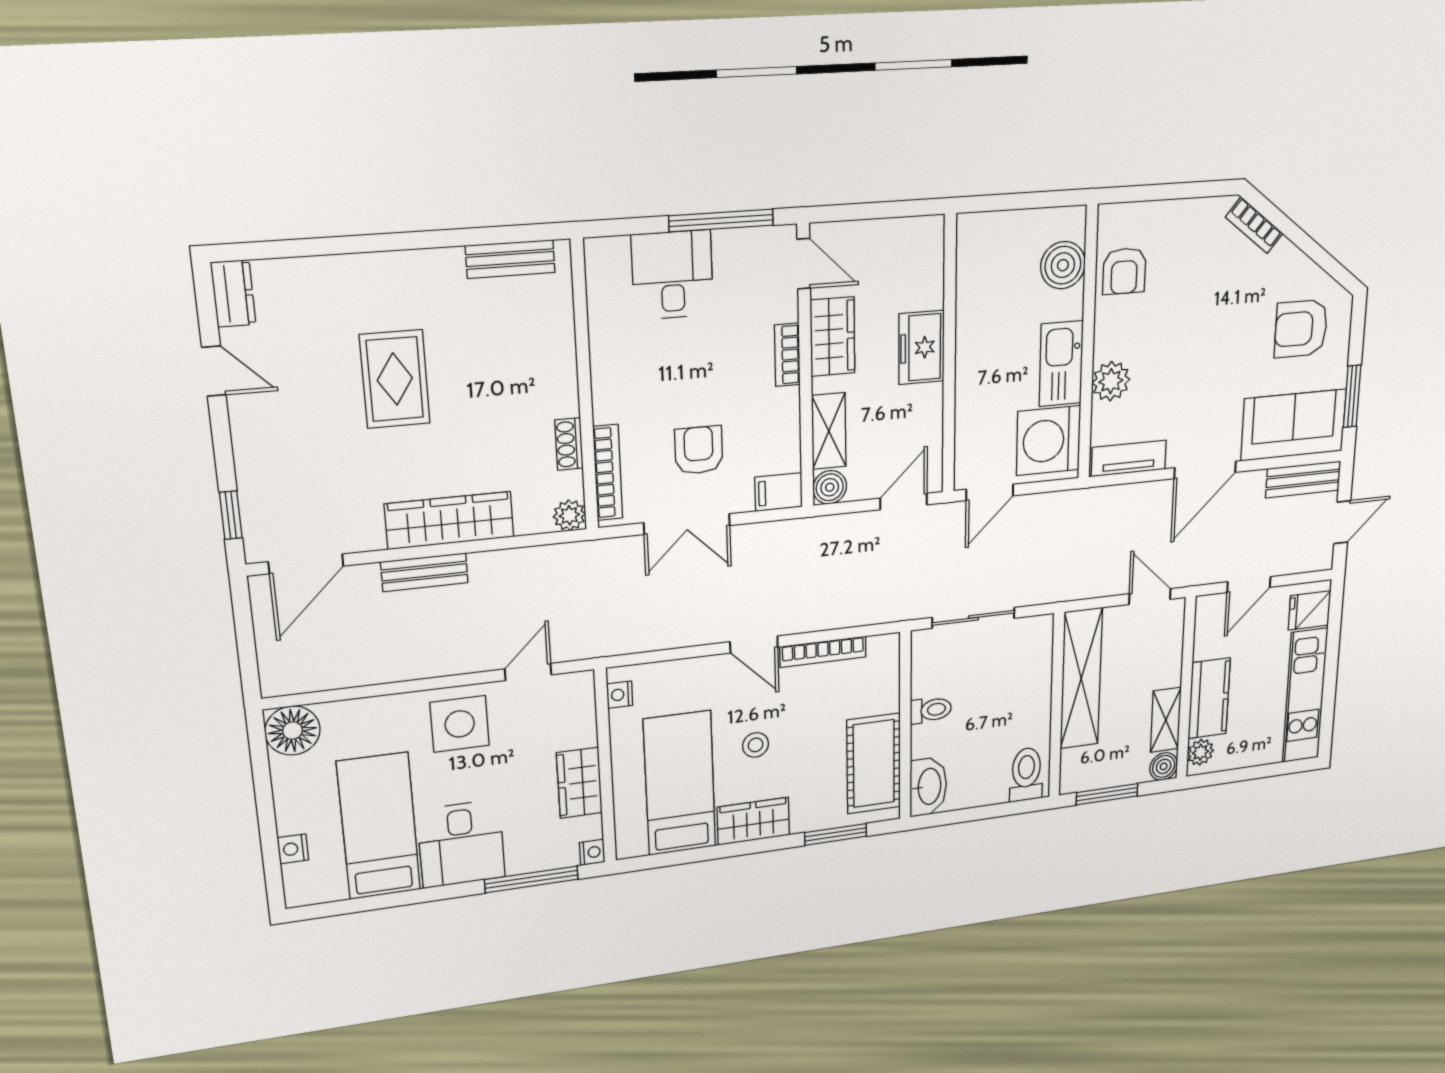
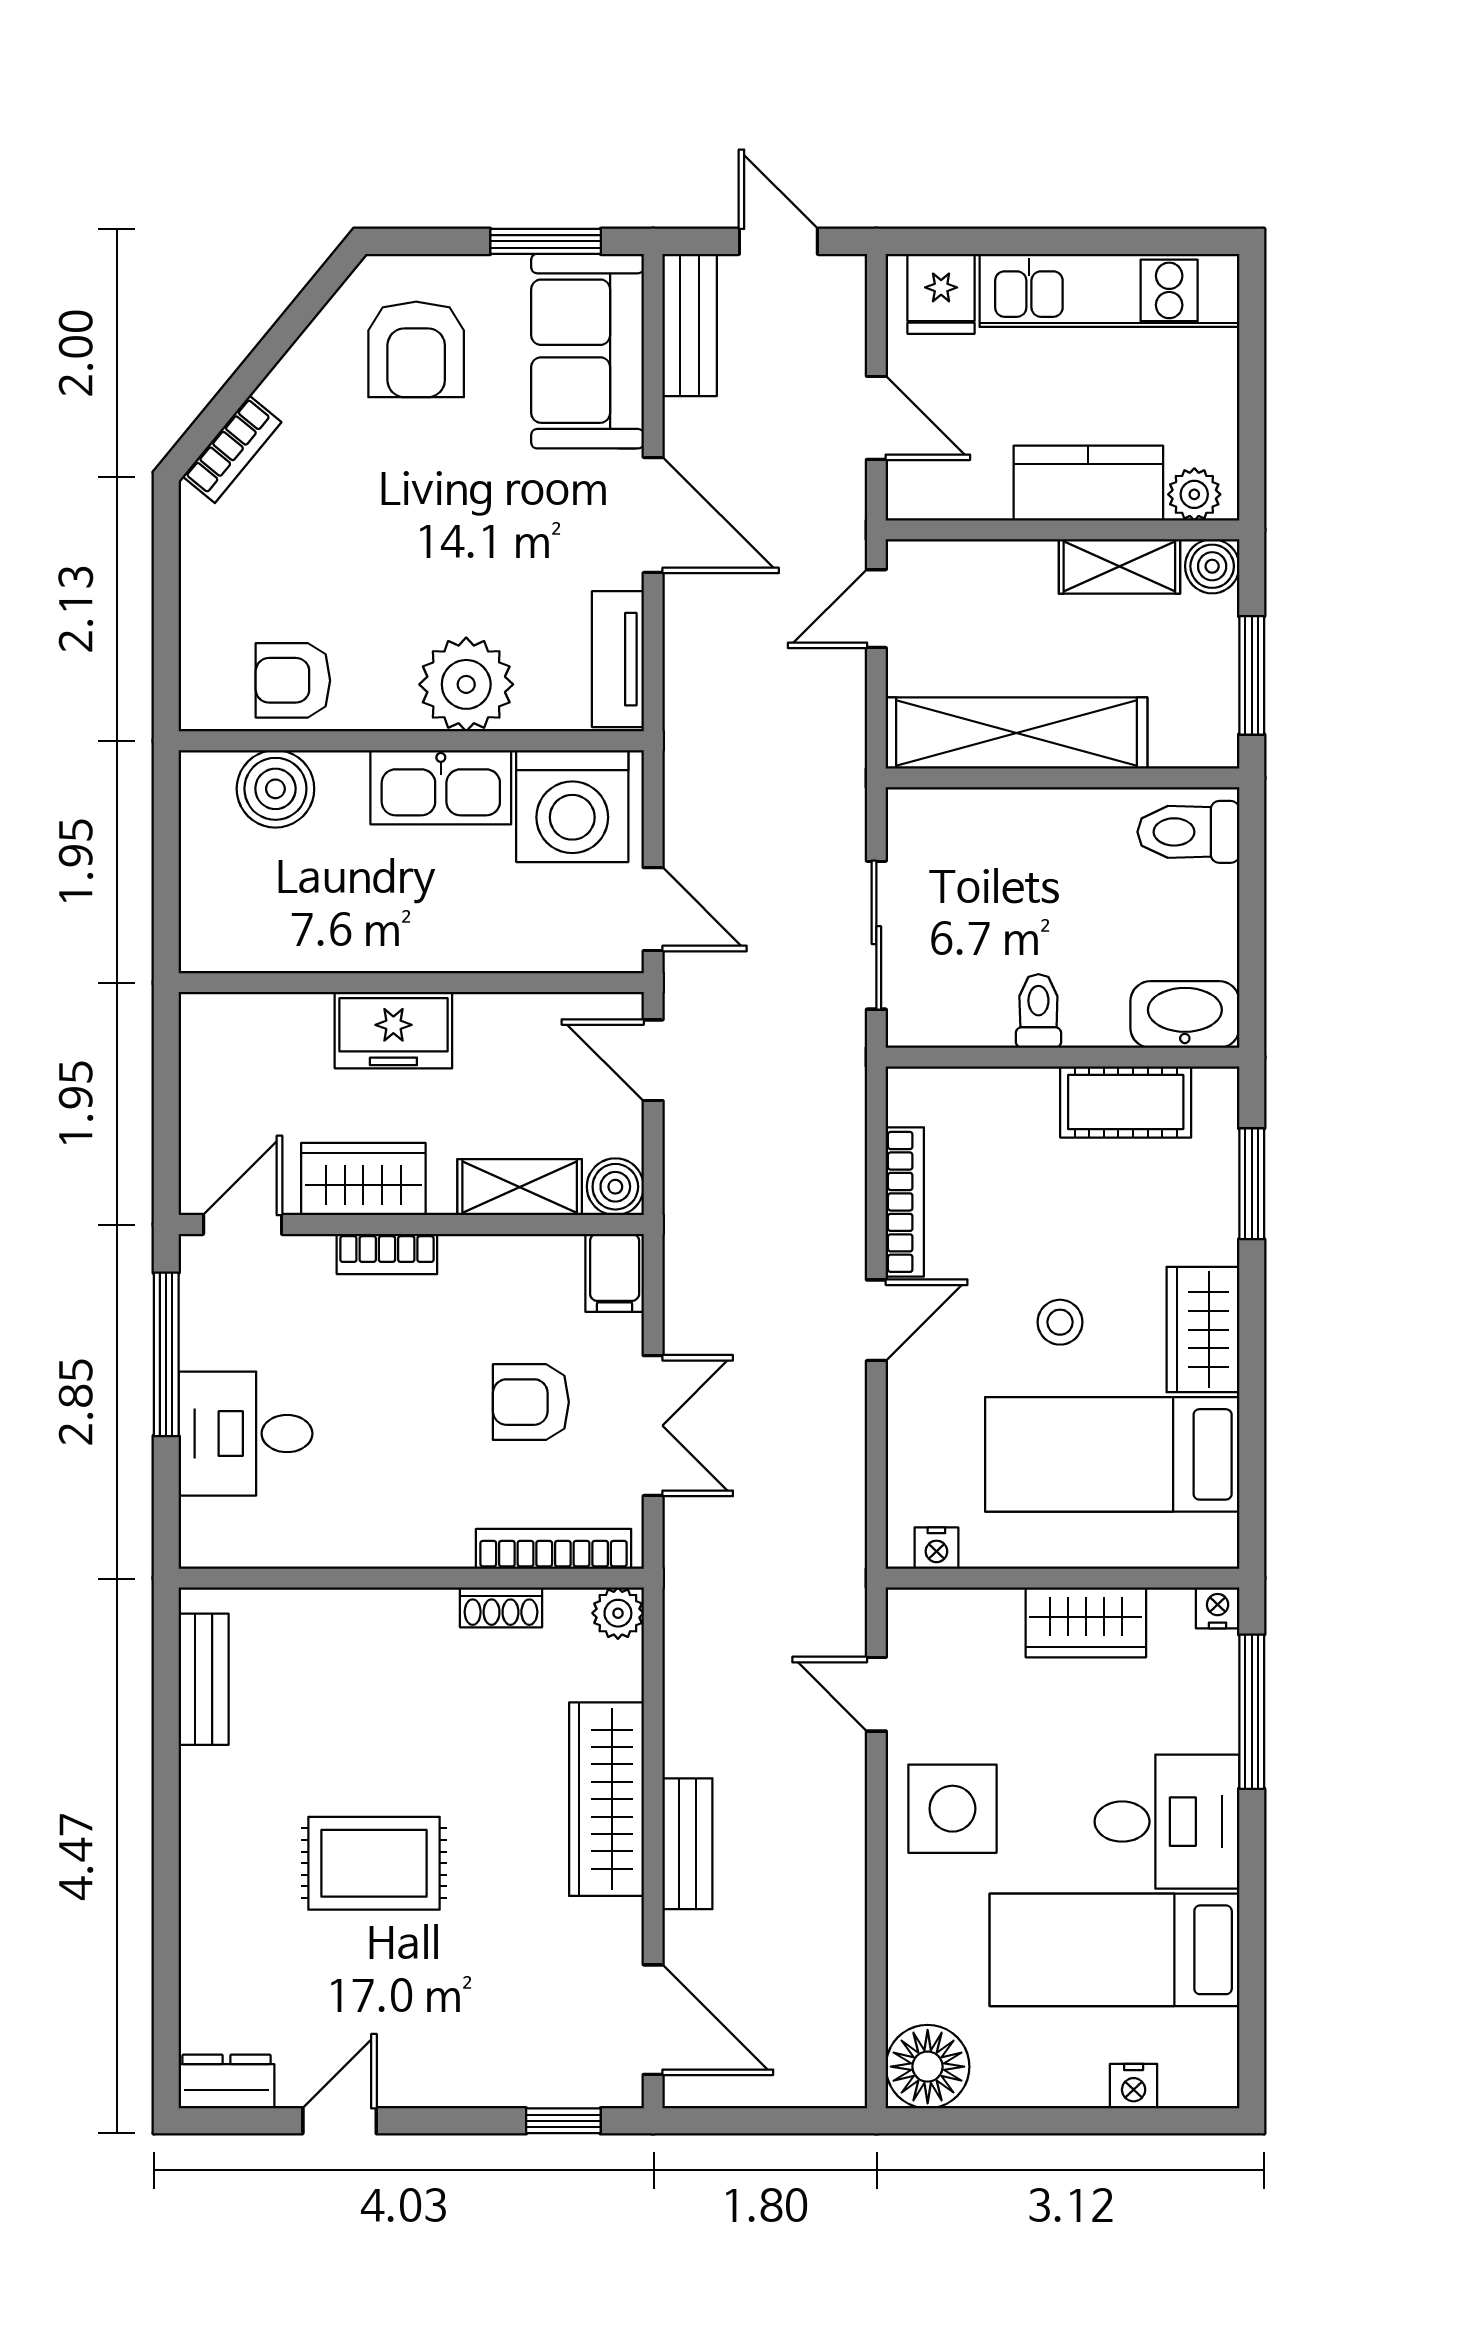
armchair: (1124, 271) -> (293, 680), turned 180
plant: (1111, 381) -> (466, 684), width x1.36, depth x1.36
cot: (874, 764) -> (1126, 1102), width x0.73, depth x0.75

